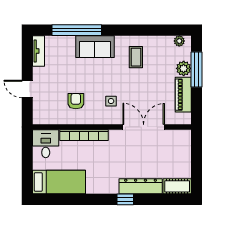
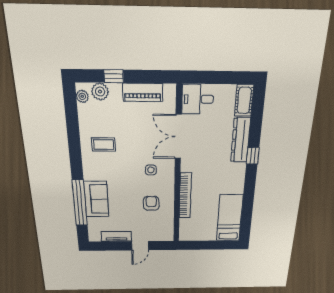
sofa: (95, 47) -> (96, 199), moved
tv unit: (39, 51) -> (116, 236), moved
plant: (184, 68) -> (100, 92), moved
window: (196, 70) -> (114, 76), width x0.46
armchair: (76, 101) -> (151, 203), turned 90
desk: (46, 144) -> (198, 99), moved

